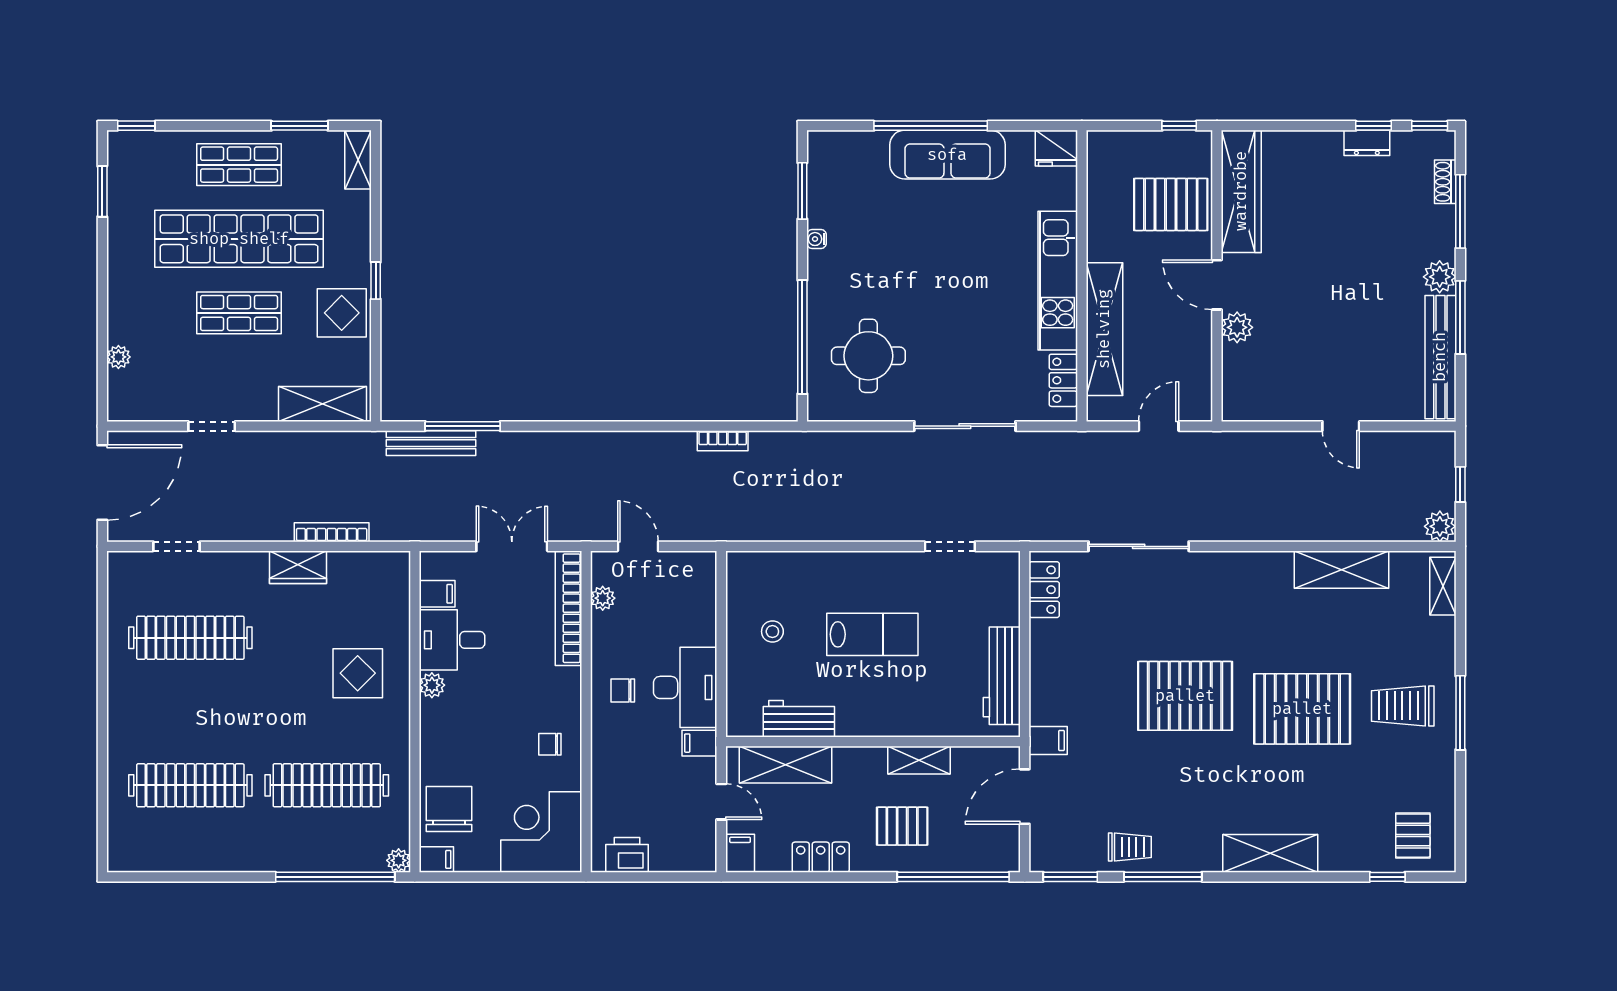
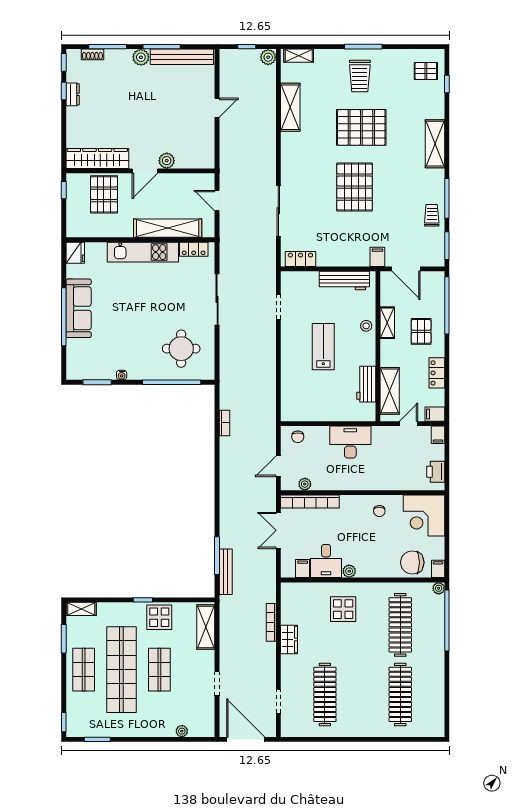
stool: (772, 632) -> (366, 326), moved
chair: (623, 690) -> (298, 437), moved
pallet: (1302, 709) -> (361, 127), turned 90
filing cabinet: (699, 743) -> (438, 435), moved

